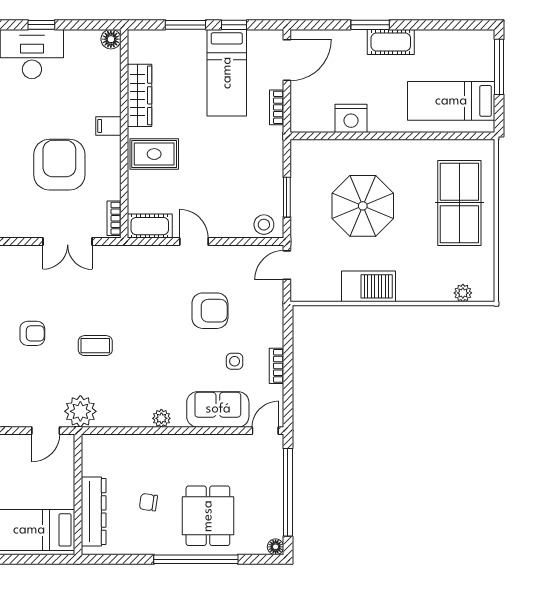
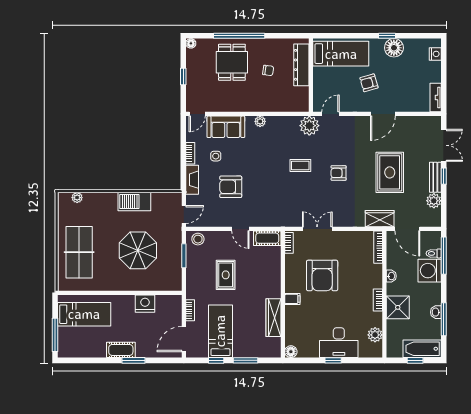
rug: (154, 154) -> (226, 275), moved, turned 90
fireplace: (273, 322) -> (192, 180), added
window: (288, 492) -> (183, 76), width x0.32

